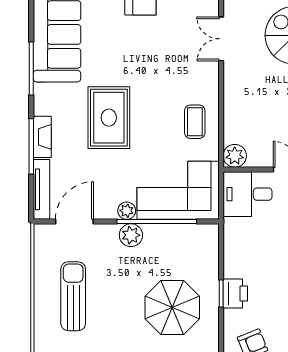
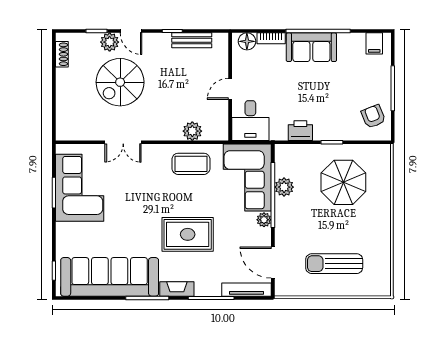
coffee table: (195, 122) -> (191, 164), width x1.36, depth x1.30
fireplace: (42, 137) -> (177, 289), moved
plant: (235, 156) -> (192, 131), moved
plant: (131, 235) -> (284, 187), moved
printer: (235, 293) -> (300, 131), moved

